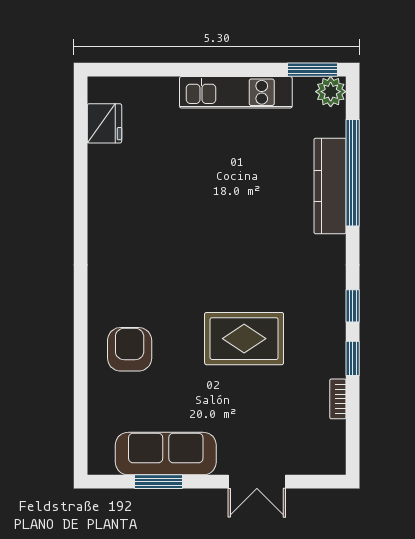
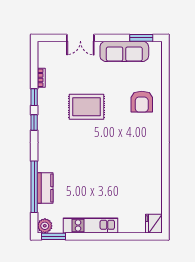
fridge: (104, 123) -> (154, 224), moved
kitchen counter: (330, 186) -> (45, 188), width x0.67
window: (159, 482) -> (141, 38), moved
double door: (257, 482) -> (80, 38), swing flipped

